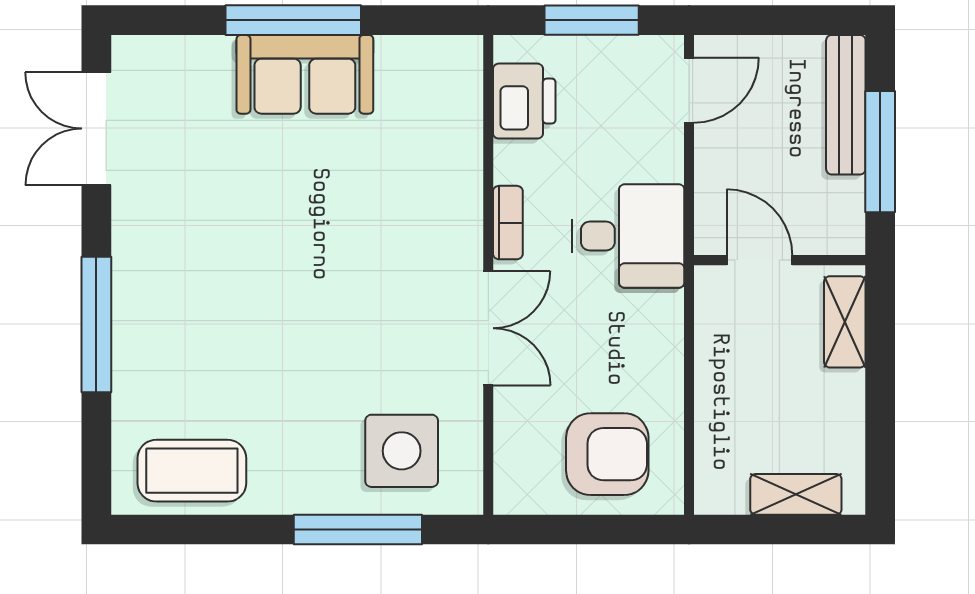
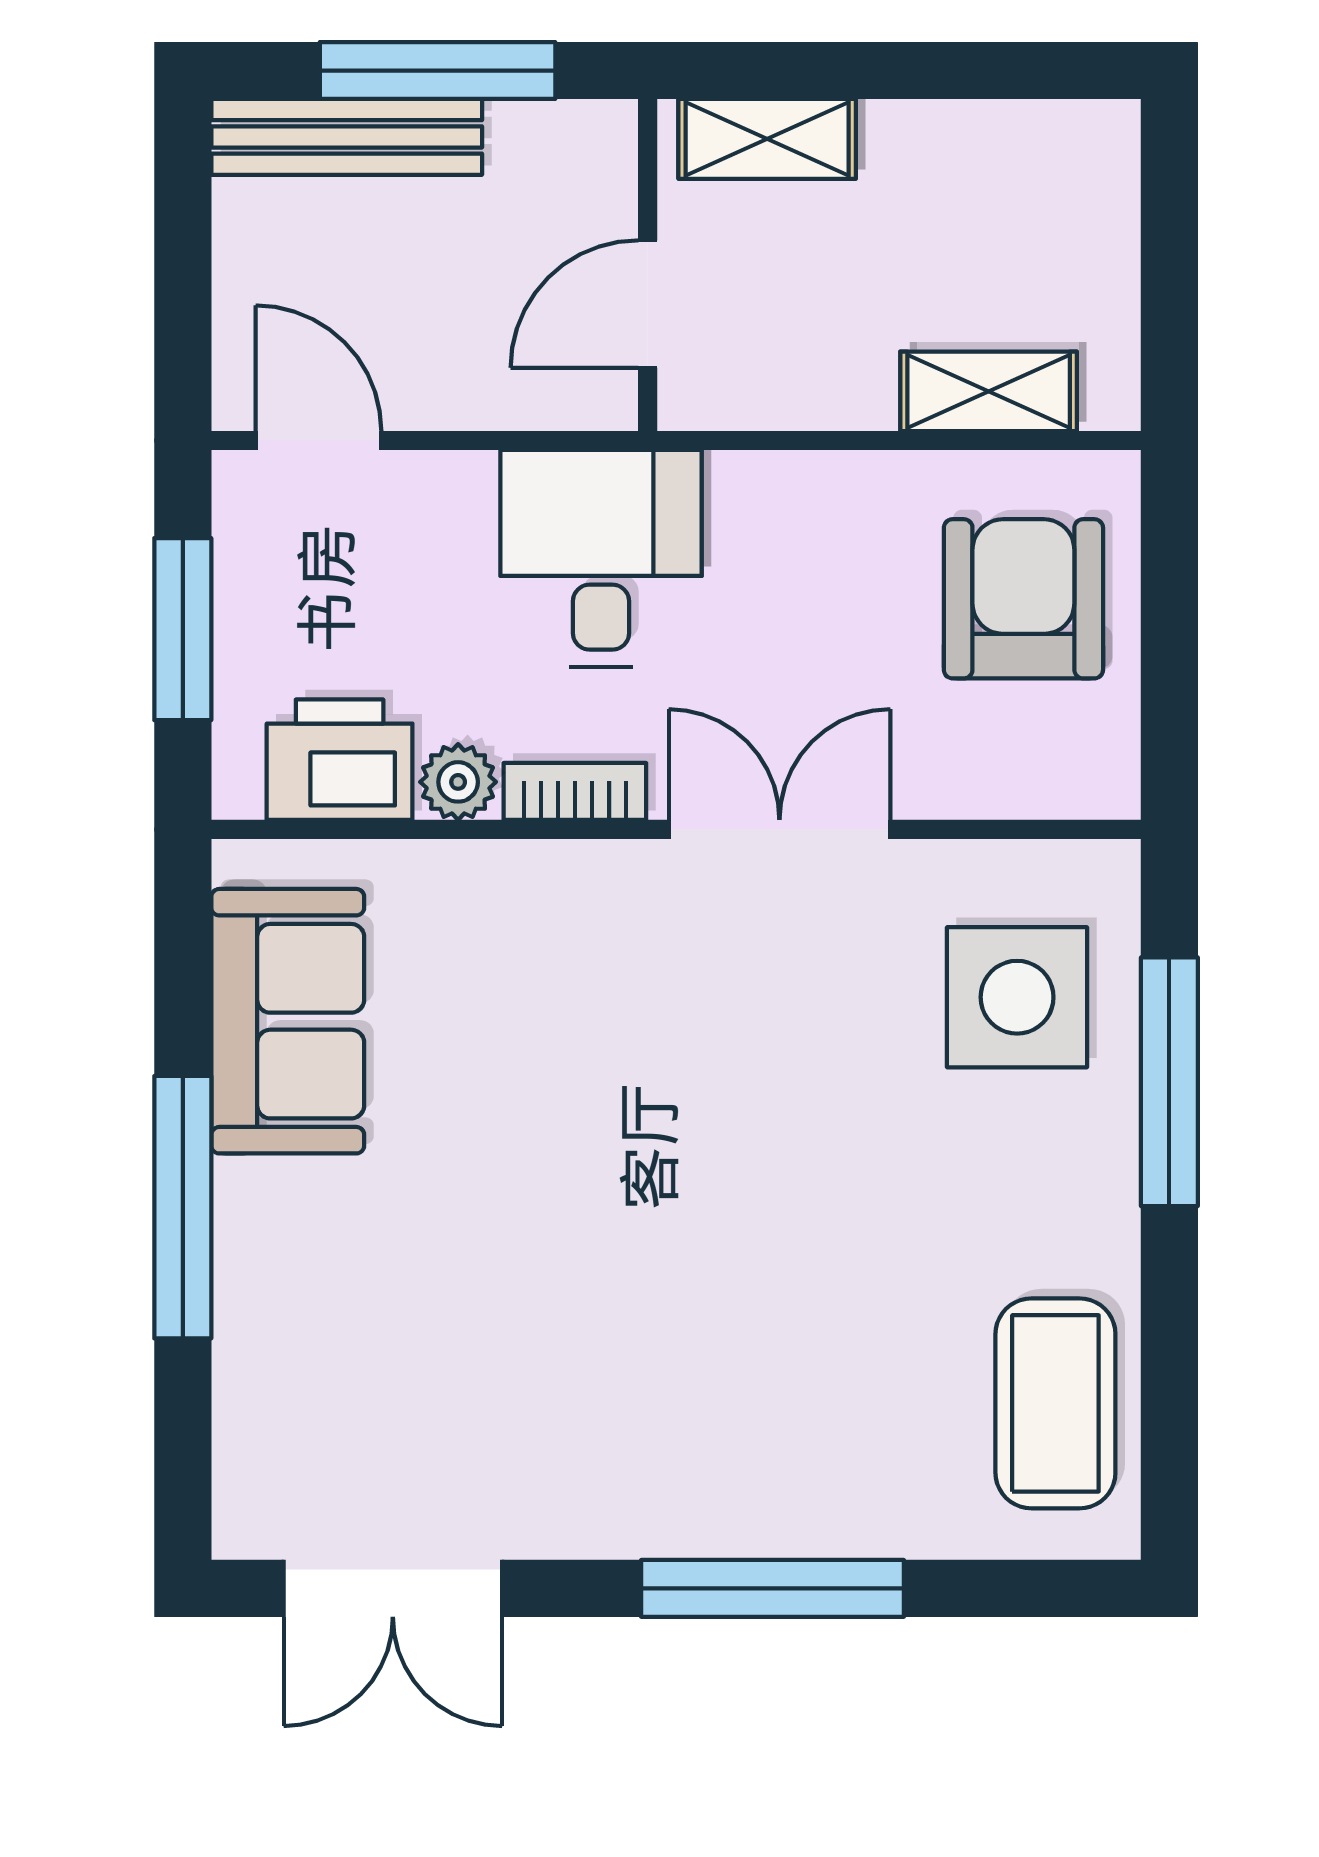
sofa: (305, 74) -> (288, 1021), moved
plant: (513, 162) -> (458, 782), added
shelving: (796, 494) -> (989, 391), moved, turned 90

